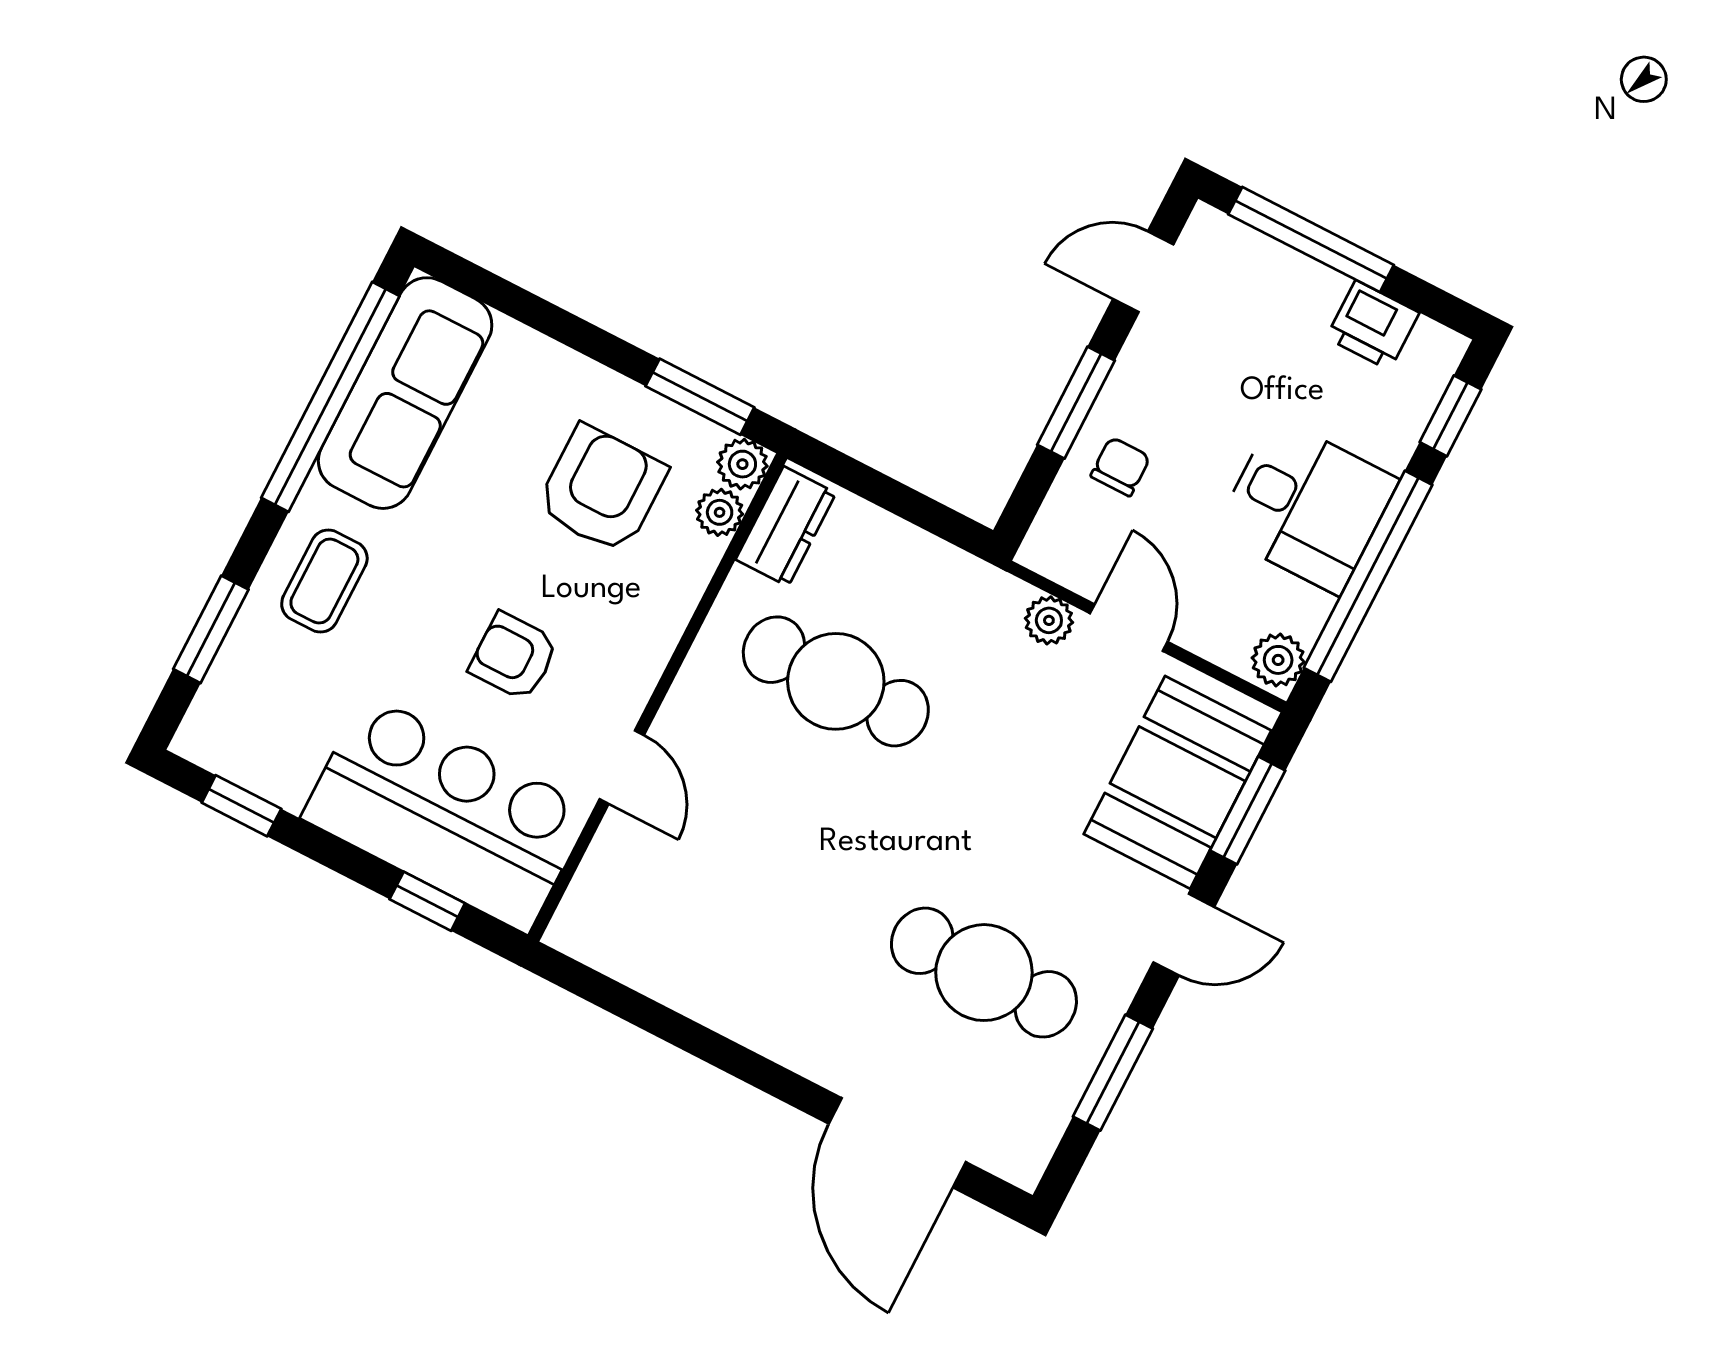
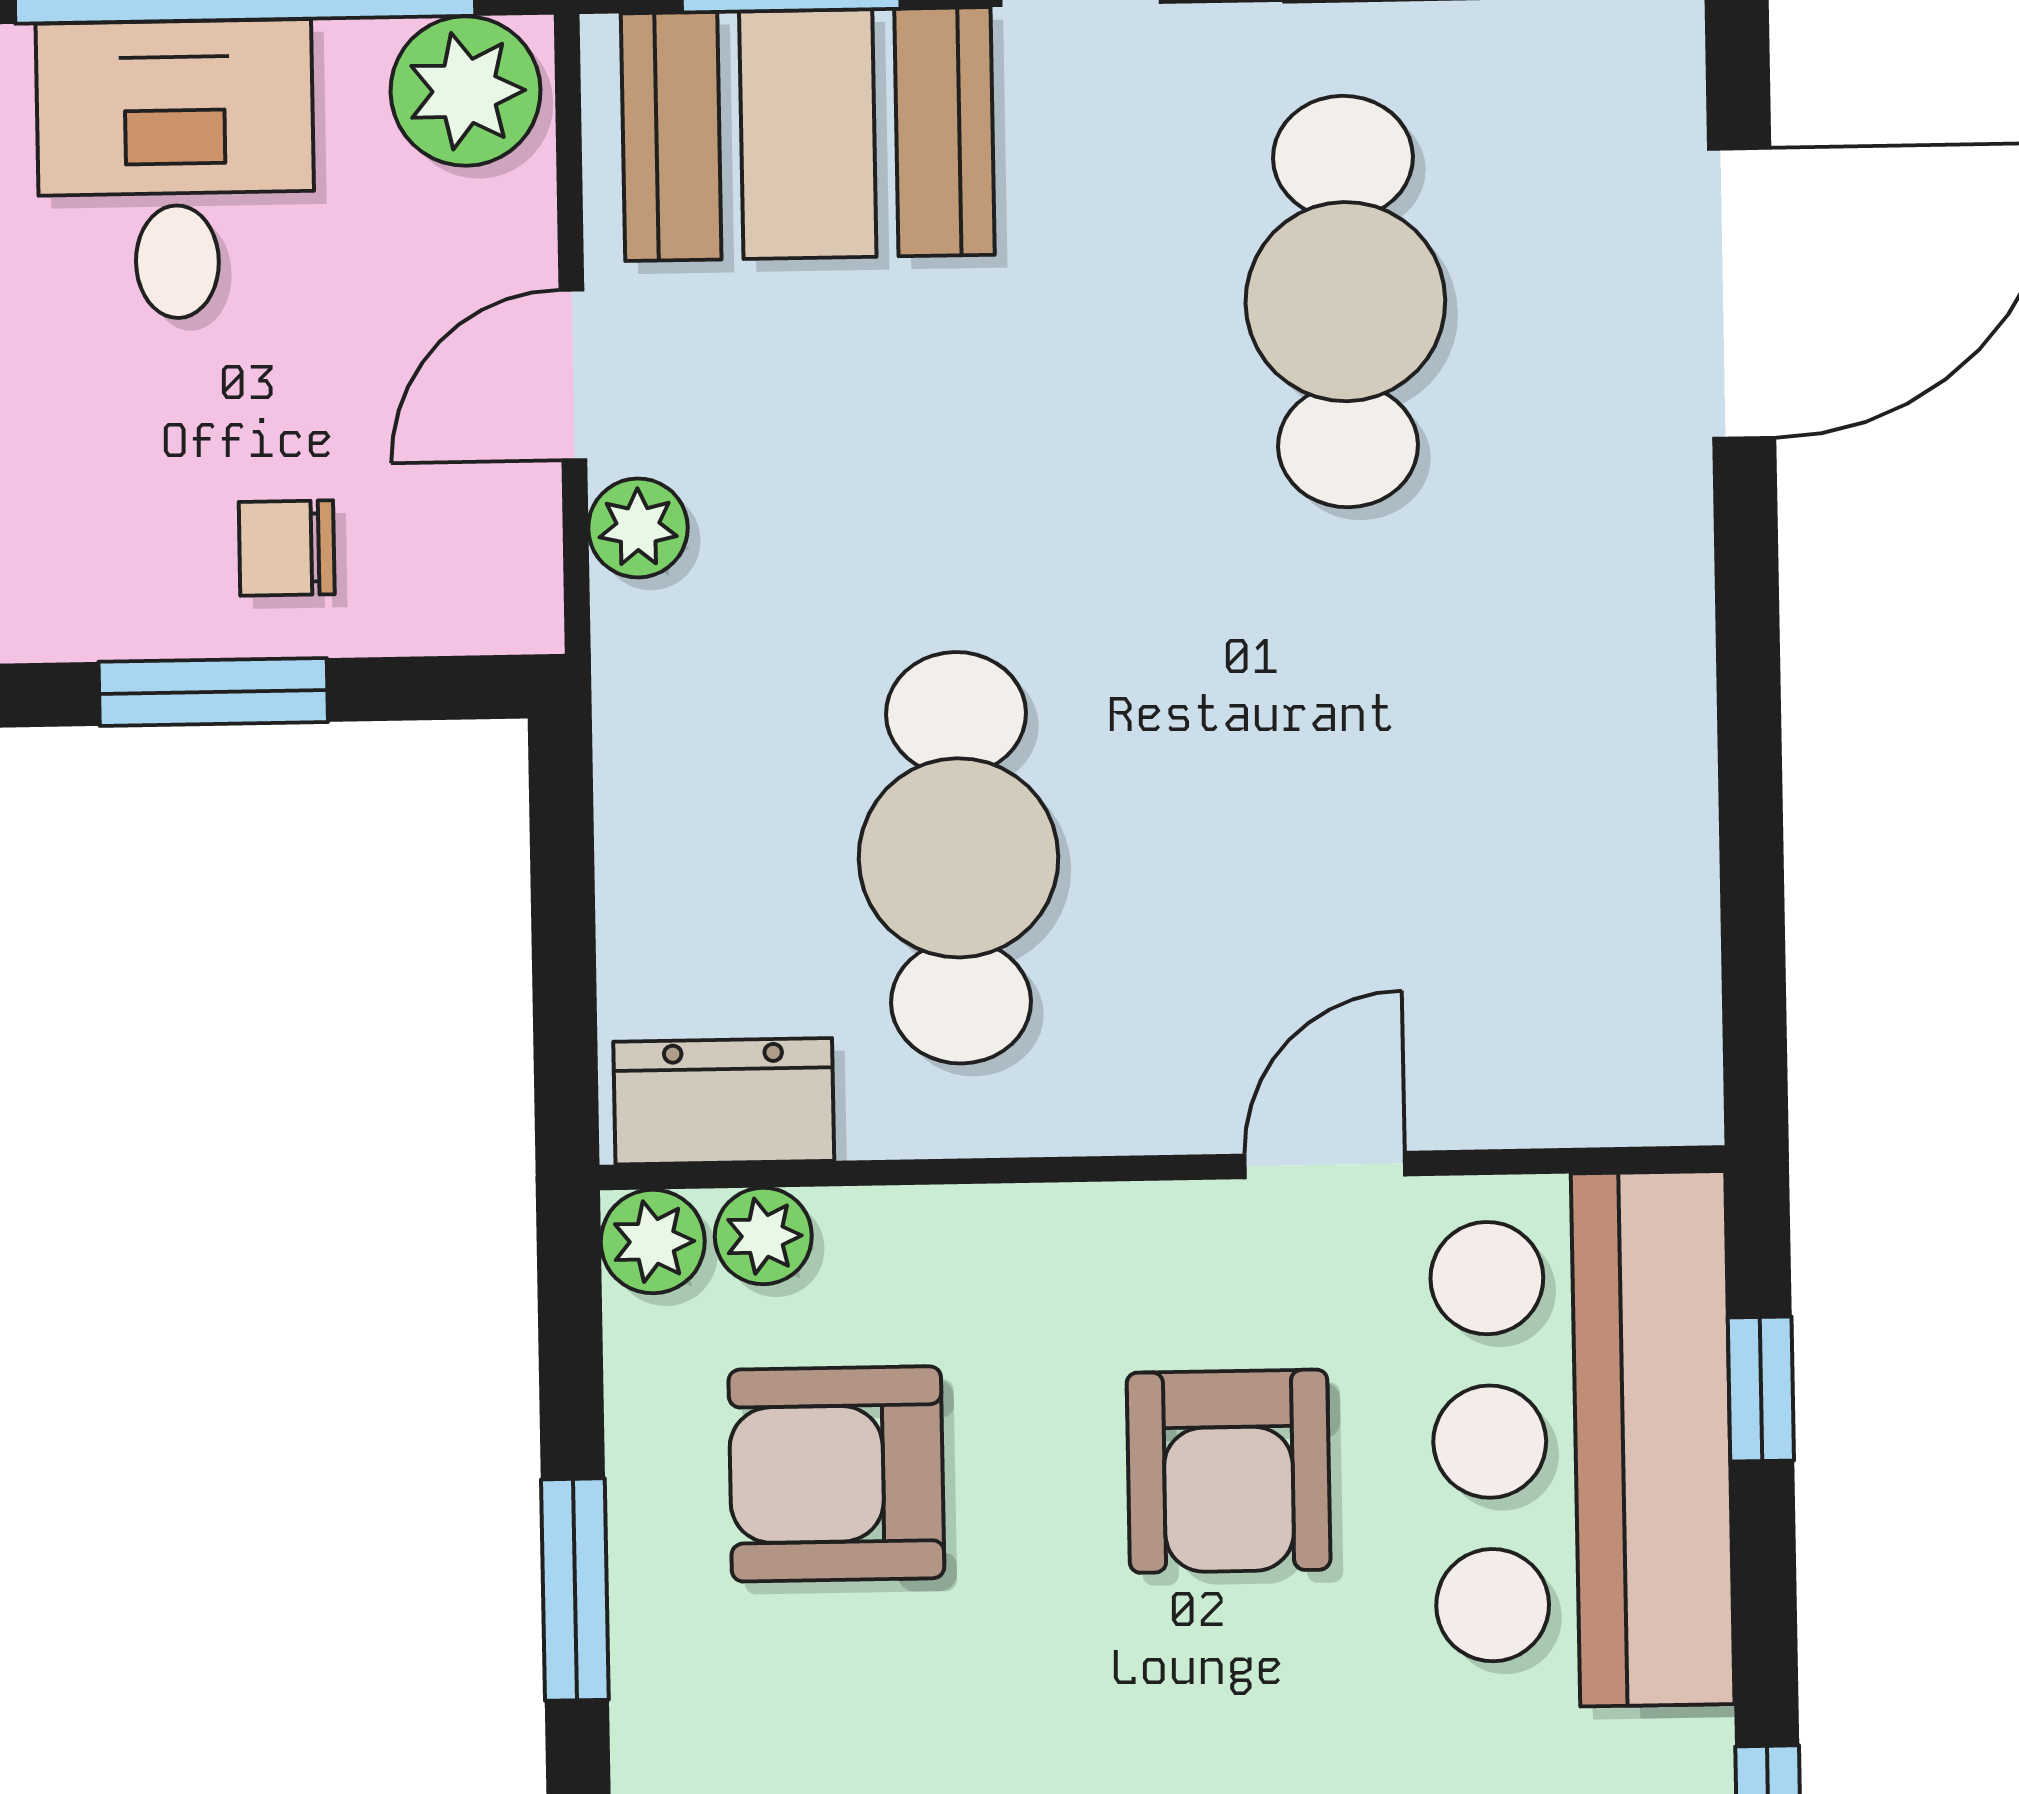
window: (700, 397) -> (575, 1590), moved
armchair: (514, 656) -> (1229, 1471), width x1.38, depth x1.38
plant: (1278, 660) -> (466, 91), width x1.38, depth x1.38

